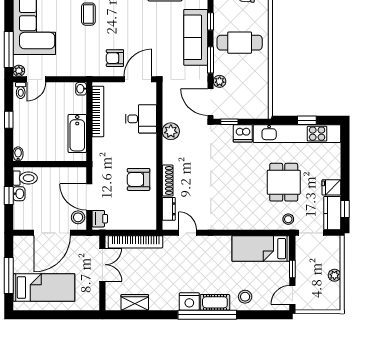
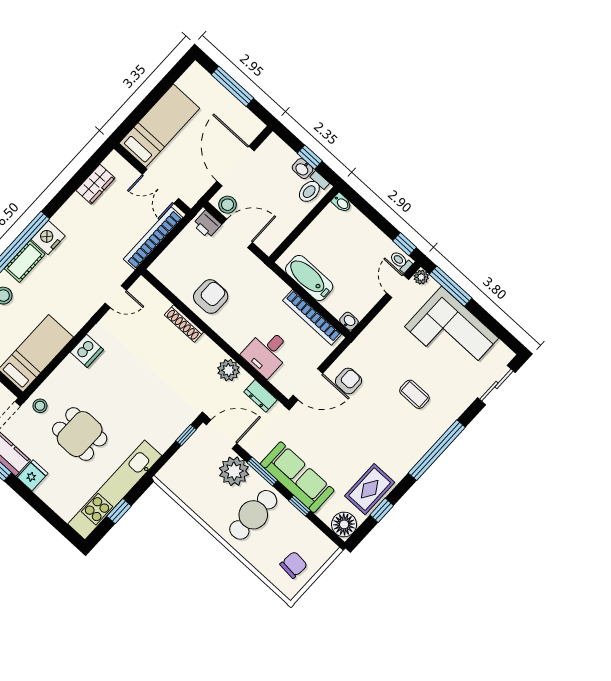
door: (138, 79) -> (308, 384), hinge flipped
plant: (220, 81) -> (234, 471), width x1.87, depth x1.87
window: (9, 120) -> (405, 244), moved
dishwasher: (243, 133) -> (87, 351), moved, turned 180
dresser: (169, 209) -> (261, 396), moved
bed: (44, 288) -> (159, 126), moved, turned 180

